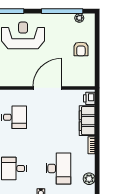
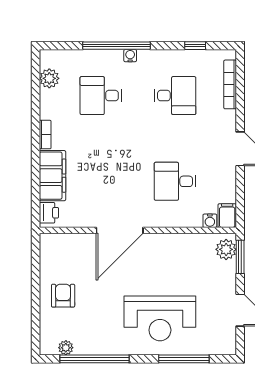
desk: (58, 168) -> (101, 96), width x0.73

